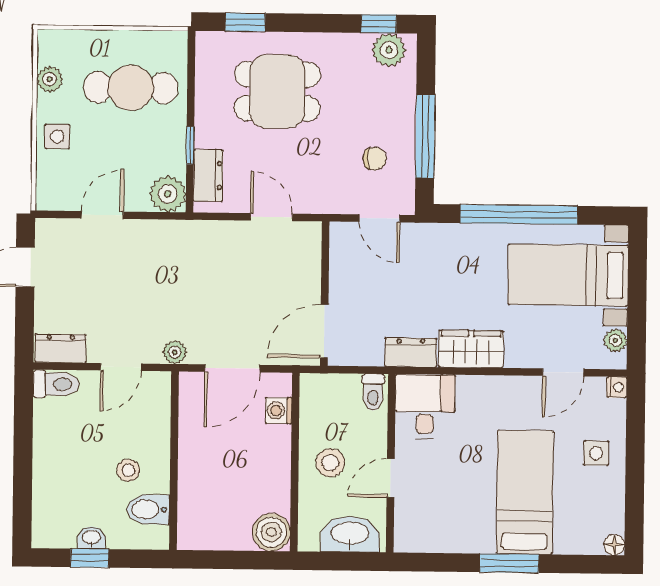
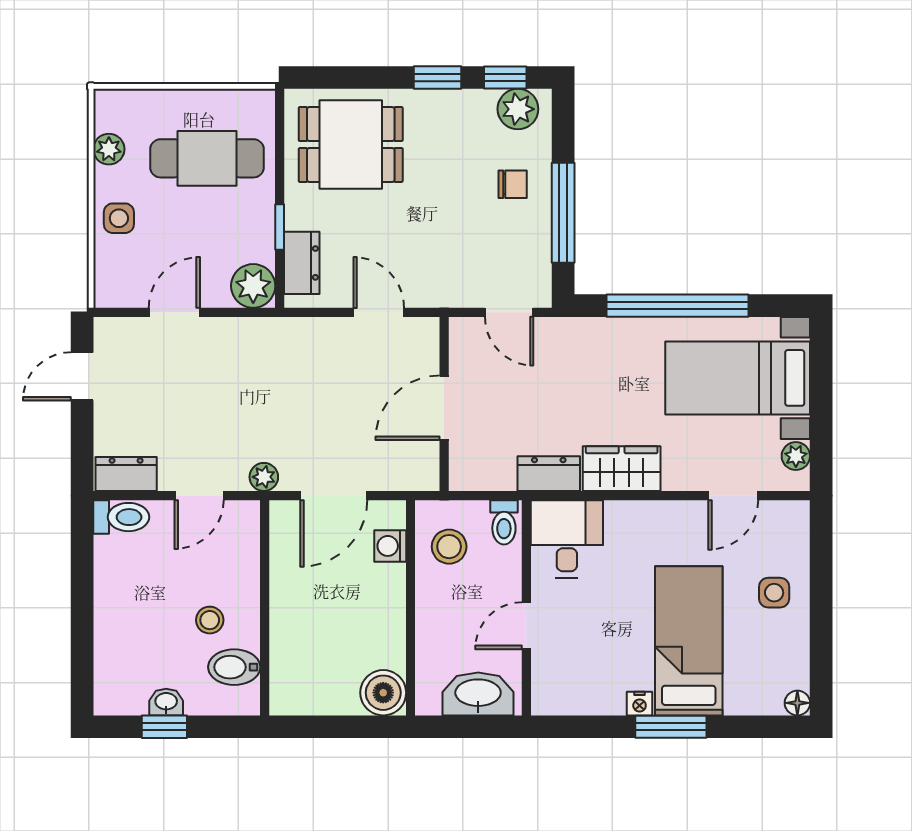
window: (245, 22) -> (437, 77), moved
dining table: (277, 91) -> (351, 145), moved
chair: (375, 159) -> (513, 184), moved
door: (324, 331) -> (444, 408), moved
nightstand: (617, 387) -> (640, 704), moved, turned 90
stool: (330, 463) -> (449, 547), moved

